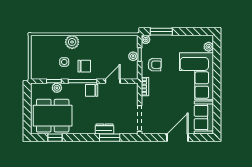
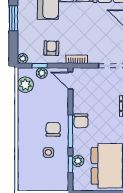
window: (161, 32) -> (13, 18), moved
plant: (72, 42) -> (25, 85), moved
door: (113, 81) -> (70, 81), moved

